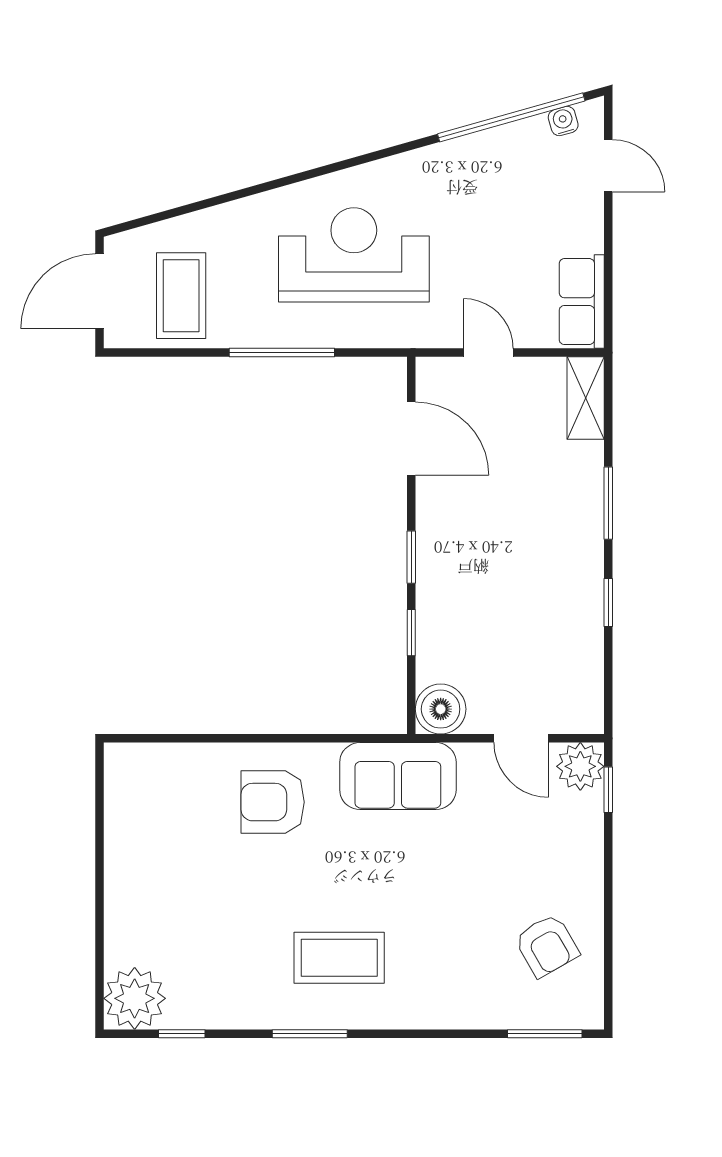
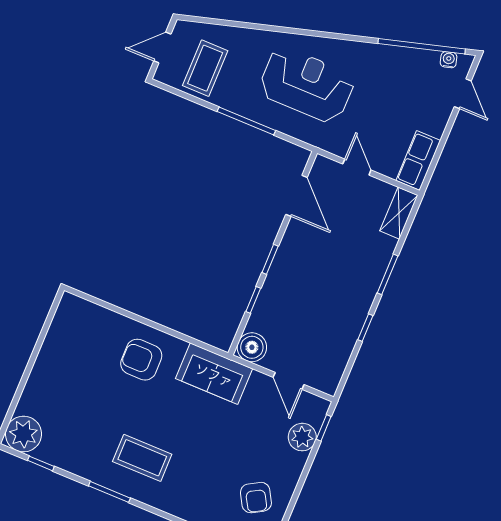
door: (99, 291) -> (162, 47), width x0.73
plant: (580, 766) -> (302, 437), moved

